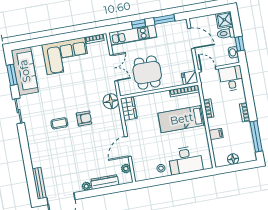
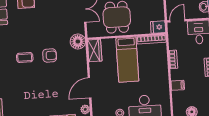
door: (208, 69) -> (177, 21), hinge flipped
bed: (182, 119) -> (127, 60), moved, turned -90

